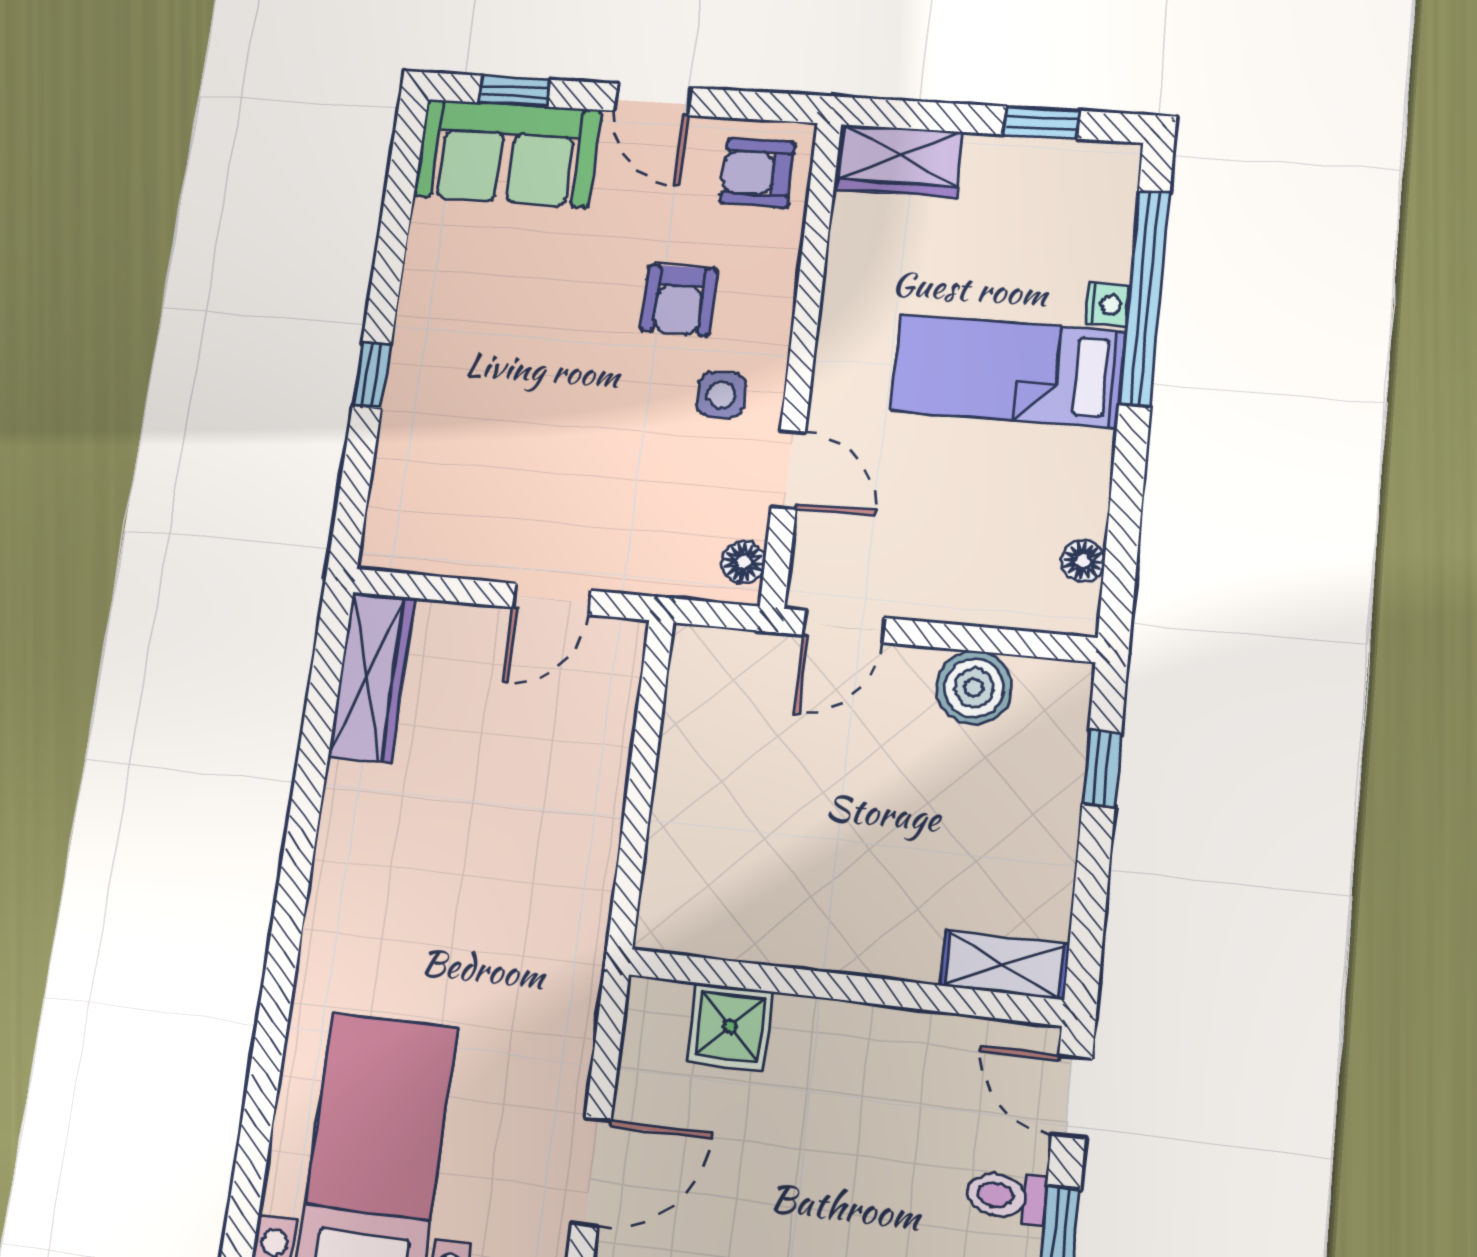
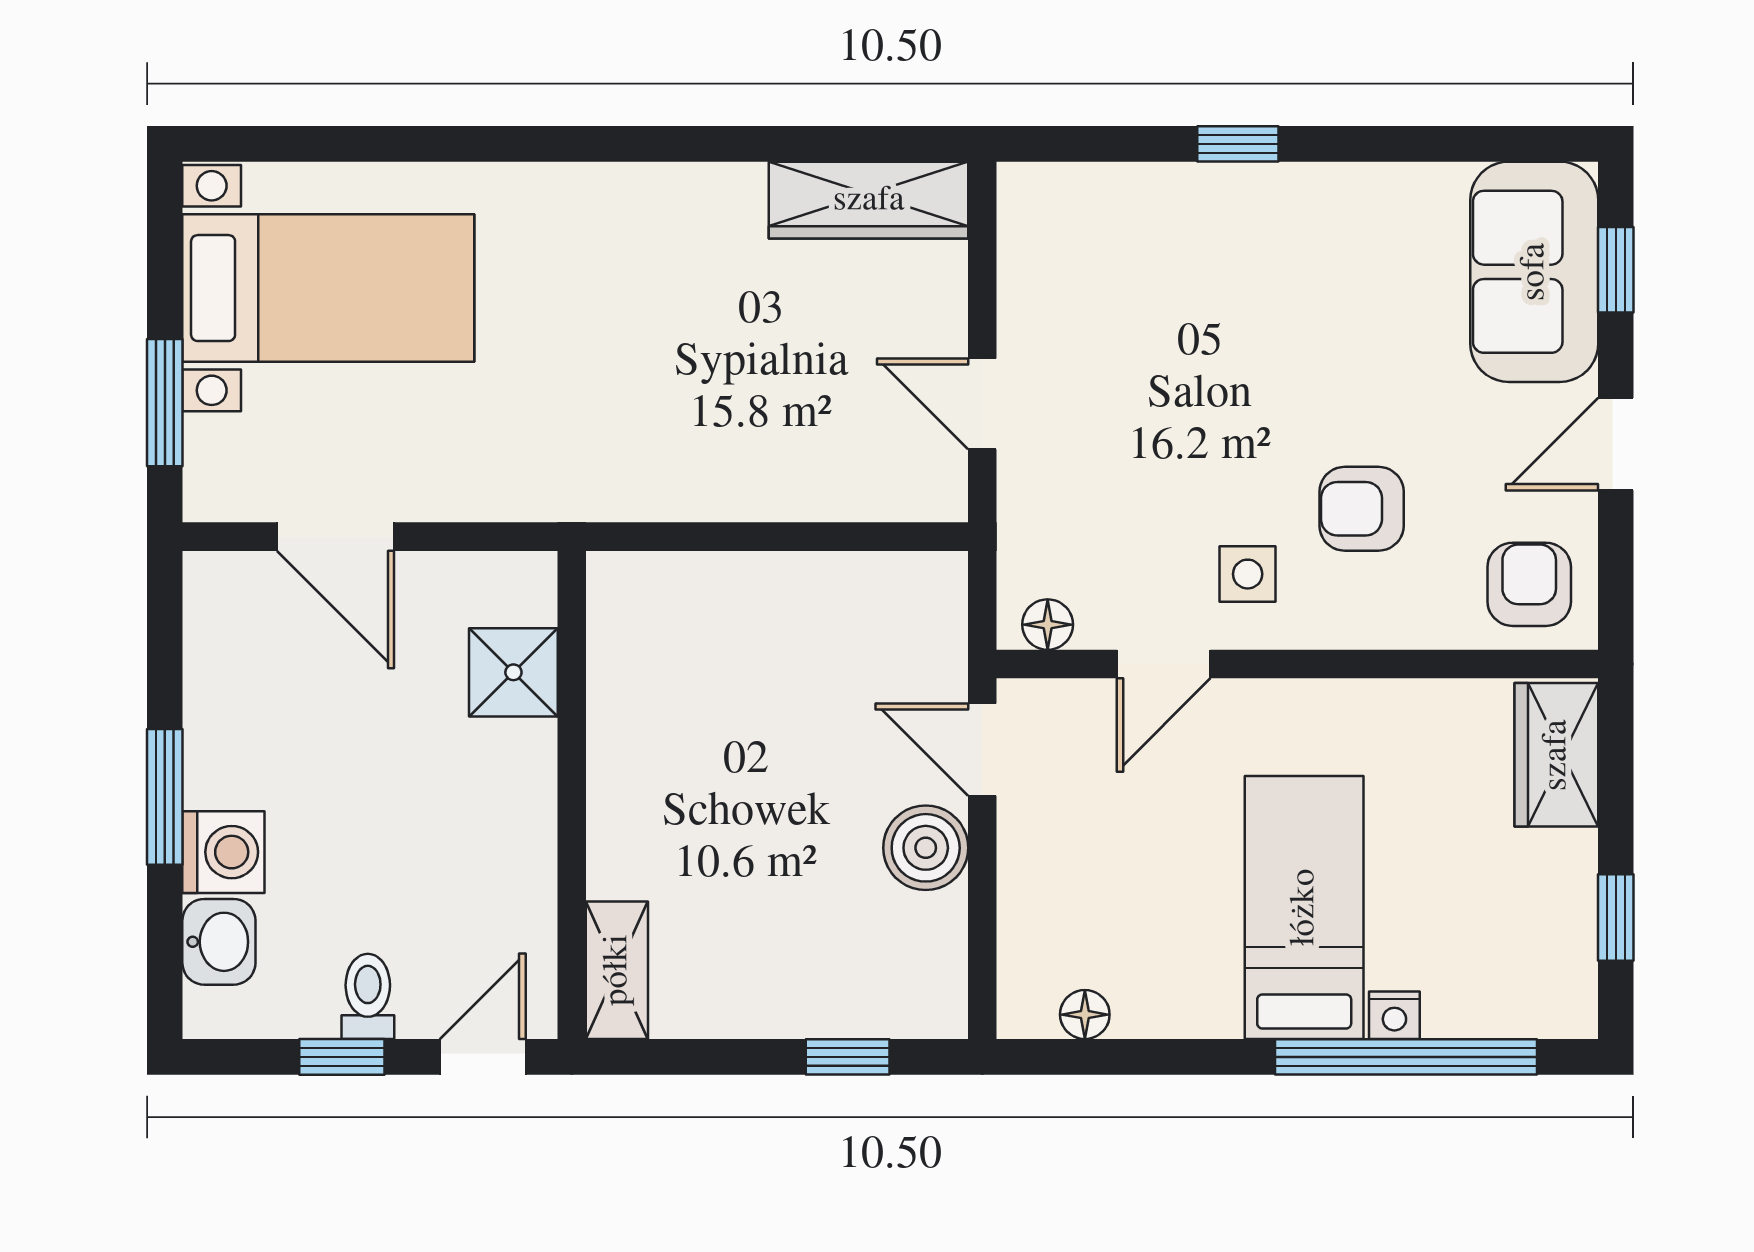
boiler: (974, 688) -> (926, 848), moved

